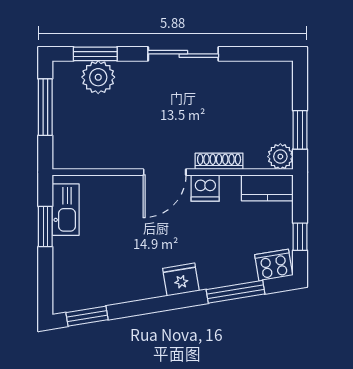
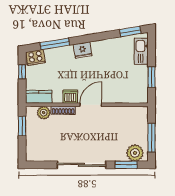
sliding door: (183, 54) -> (81, 165), width x1.36
plant: (98, 77) -> (135, 153), moved
plant: (280, 157) -> (44, 113), moved
kitchen sink: (66, 210) -> (141, 51), moved

